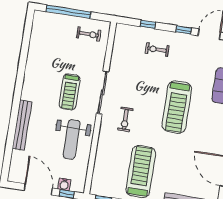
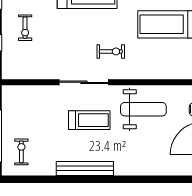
exercise bike: (89, 34) -> (21, 152), moved
bench: (22, 125) -> (85, 168), moved

